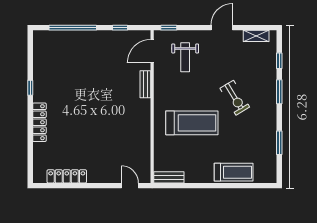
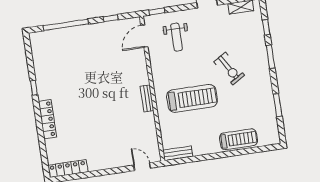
bench: (145, 84) -> (147, 98), moved
locker: (67, 176) -> (68, 169), moved

